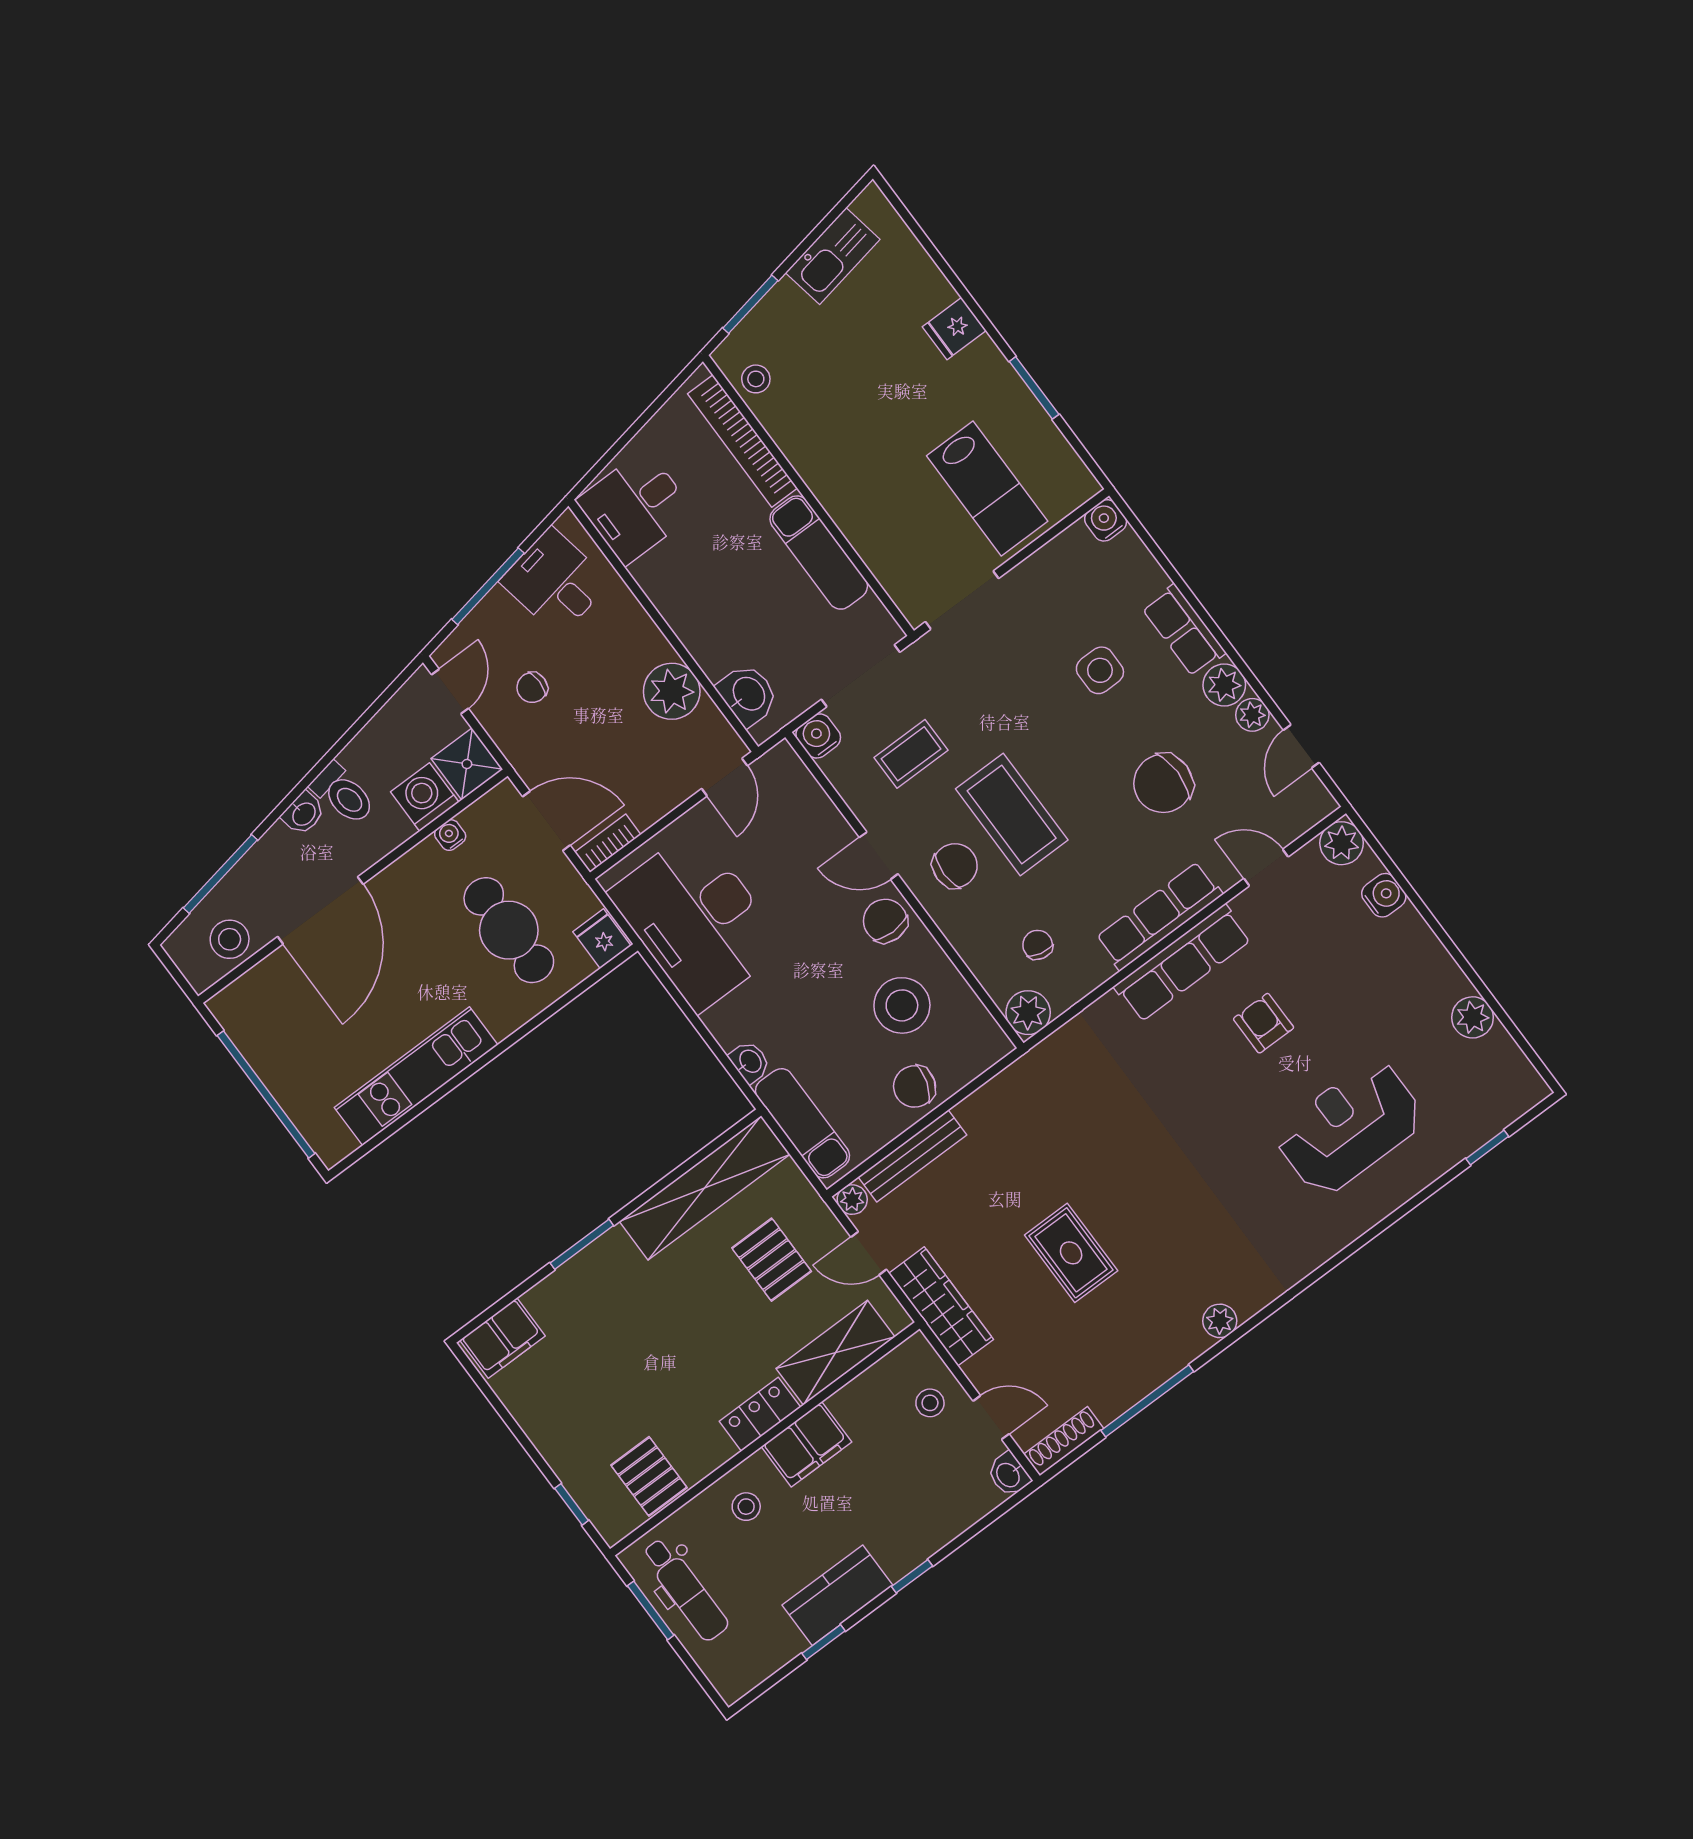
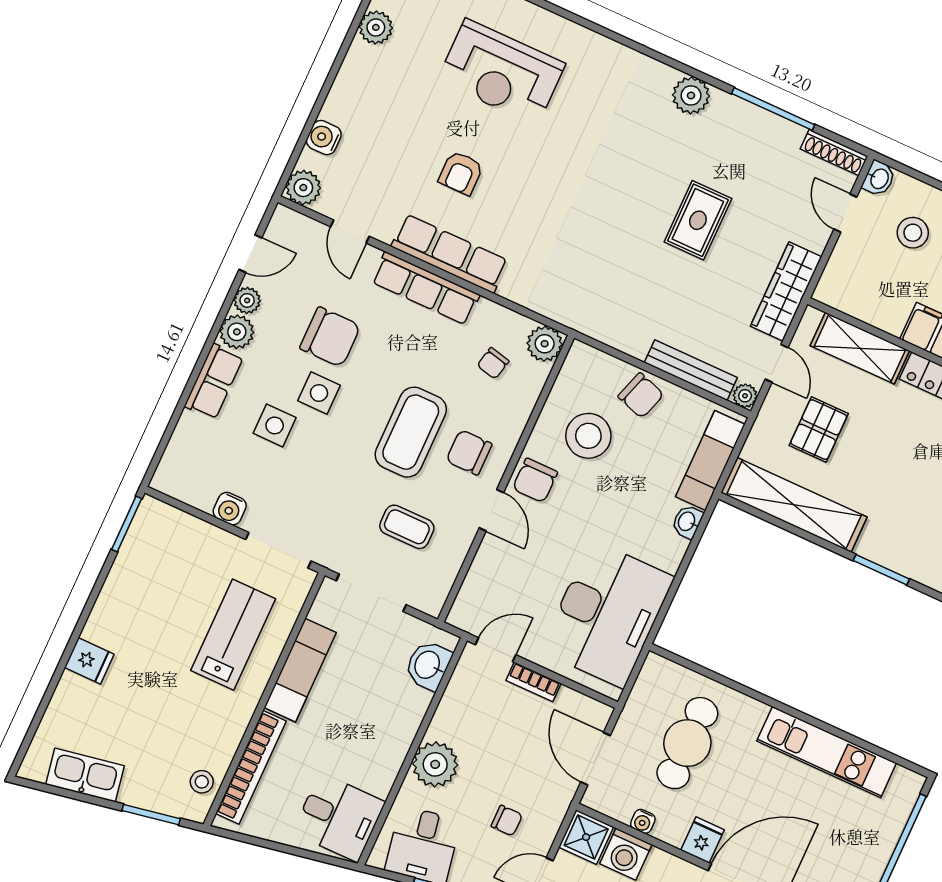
window: (1034, 388) -> (127, 524), moved
lab bench: (987, 489) -> (233, 635), moved
water cooler: (1106, 520) -> (230, 509), moved
plant: (672, 691) -> (435, 764), moved
water cooler: (818, 736) -> (430, 599), removed
side table: (1109, 738) -> (319, 393), added
bookcase: (608, 843) -> (533, 682), moved
fridge: (602, 939) -> (702, 840), moved, turned 180
plant: (1220, 1321) -> (691, 95), width x1.38, depth x1.38
stool: (930, 1403) -> (913, 233), moved, width x1.37, depth x1.37

